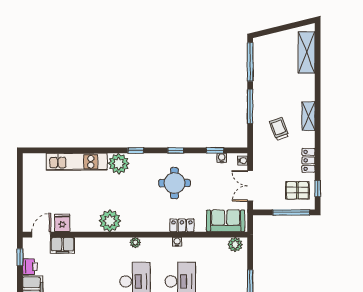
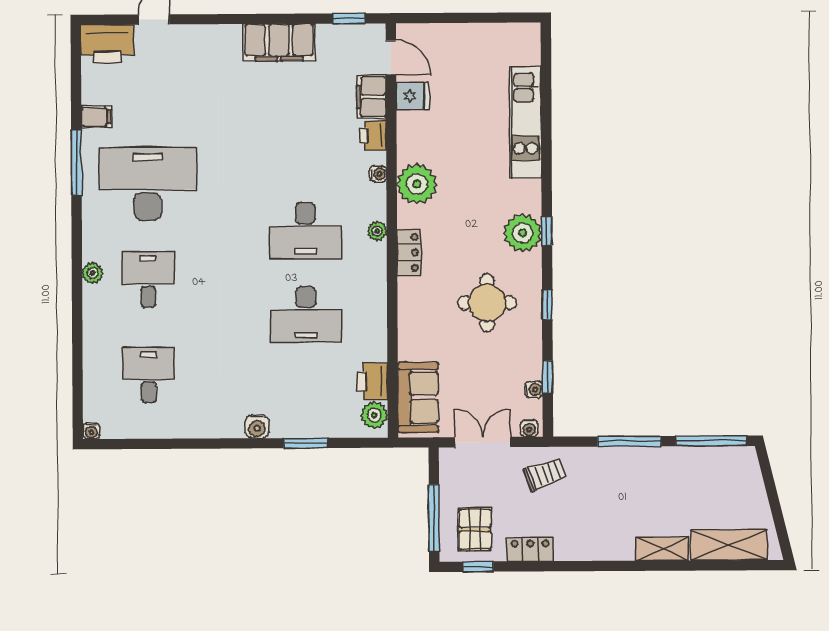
shelving: (308, 116) -> (662, 549), moved
trolley: (279, 129) -> (545, 474), moved
plant: (119, 164) -> (523, 233), moved
locker: (182, 225) -> (409, 252), moved
water cooler: (177, 242) -> (378, 174), moved
printer: (217, 245) -> (372, 381), added
printer: (30, 267) -> (373, 136), moved, turned 90

